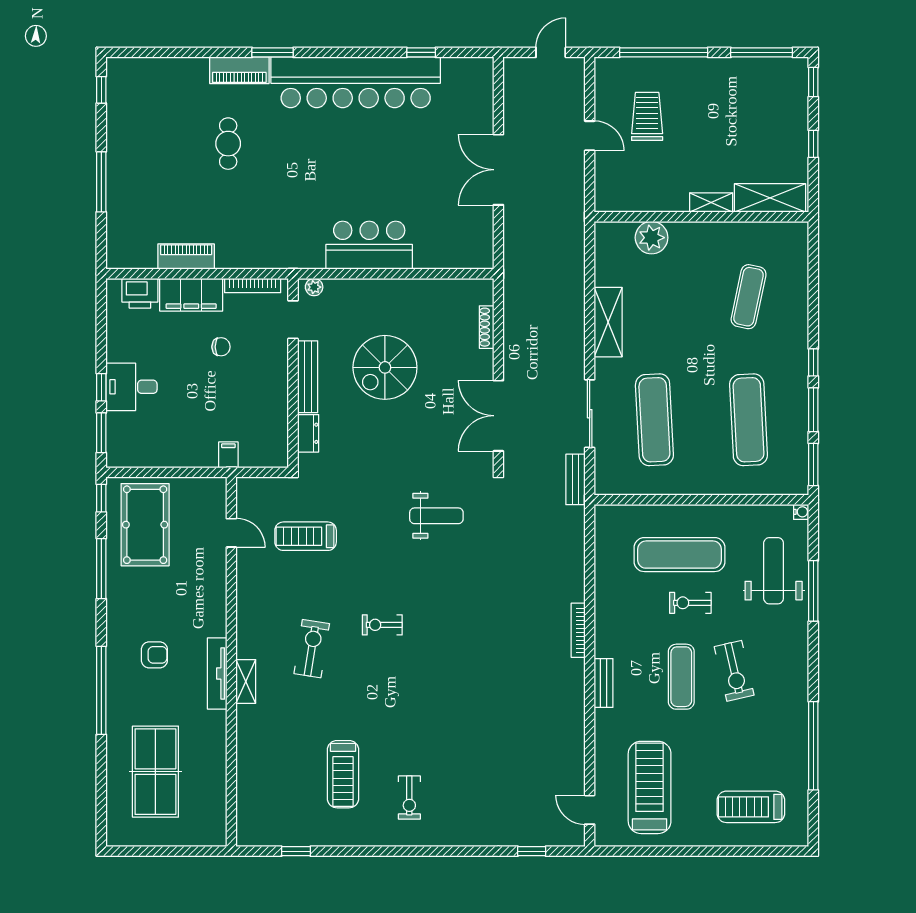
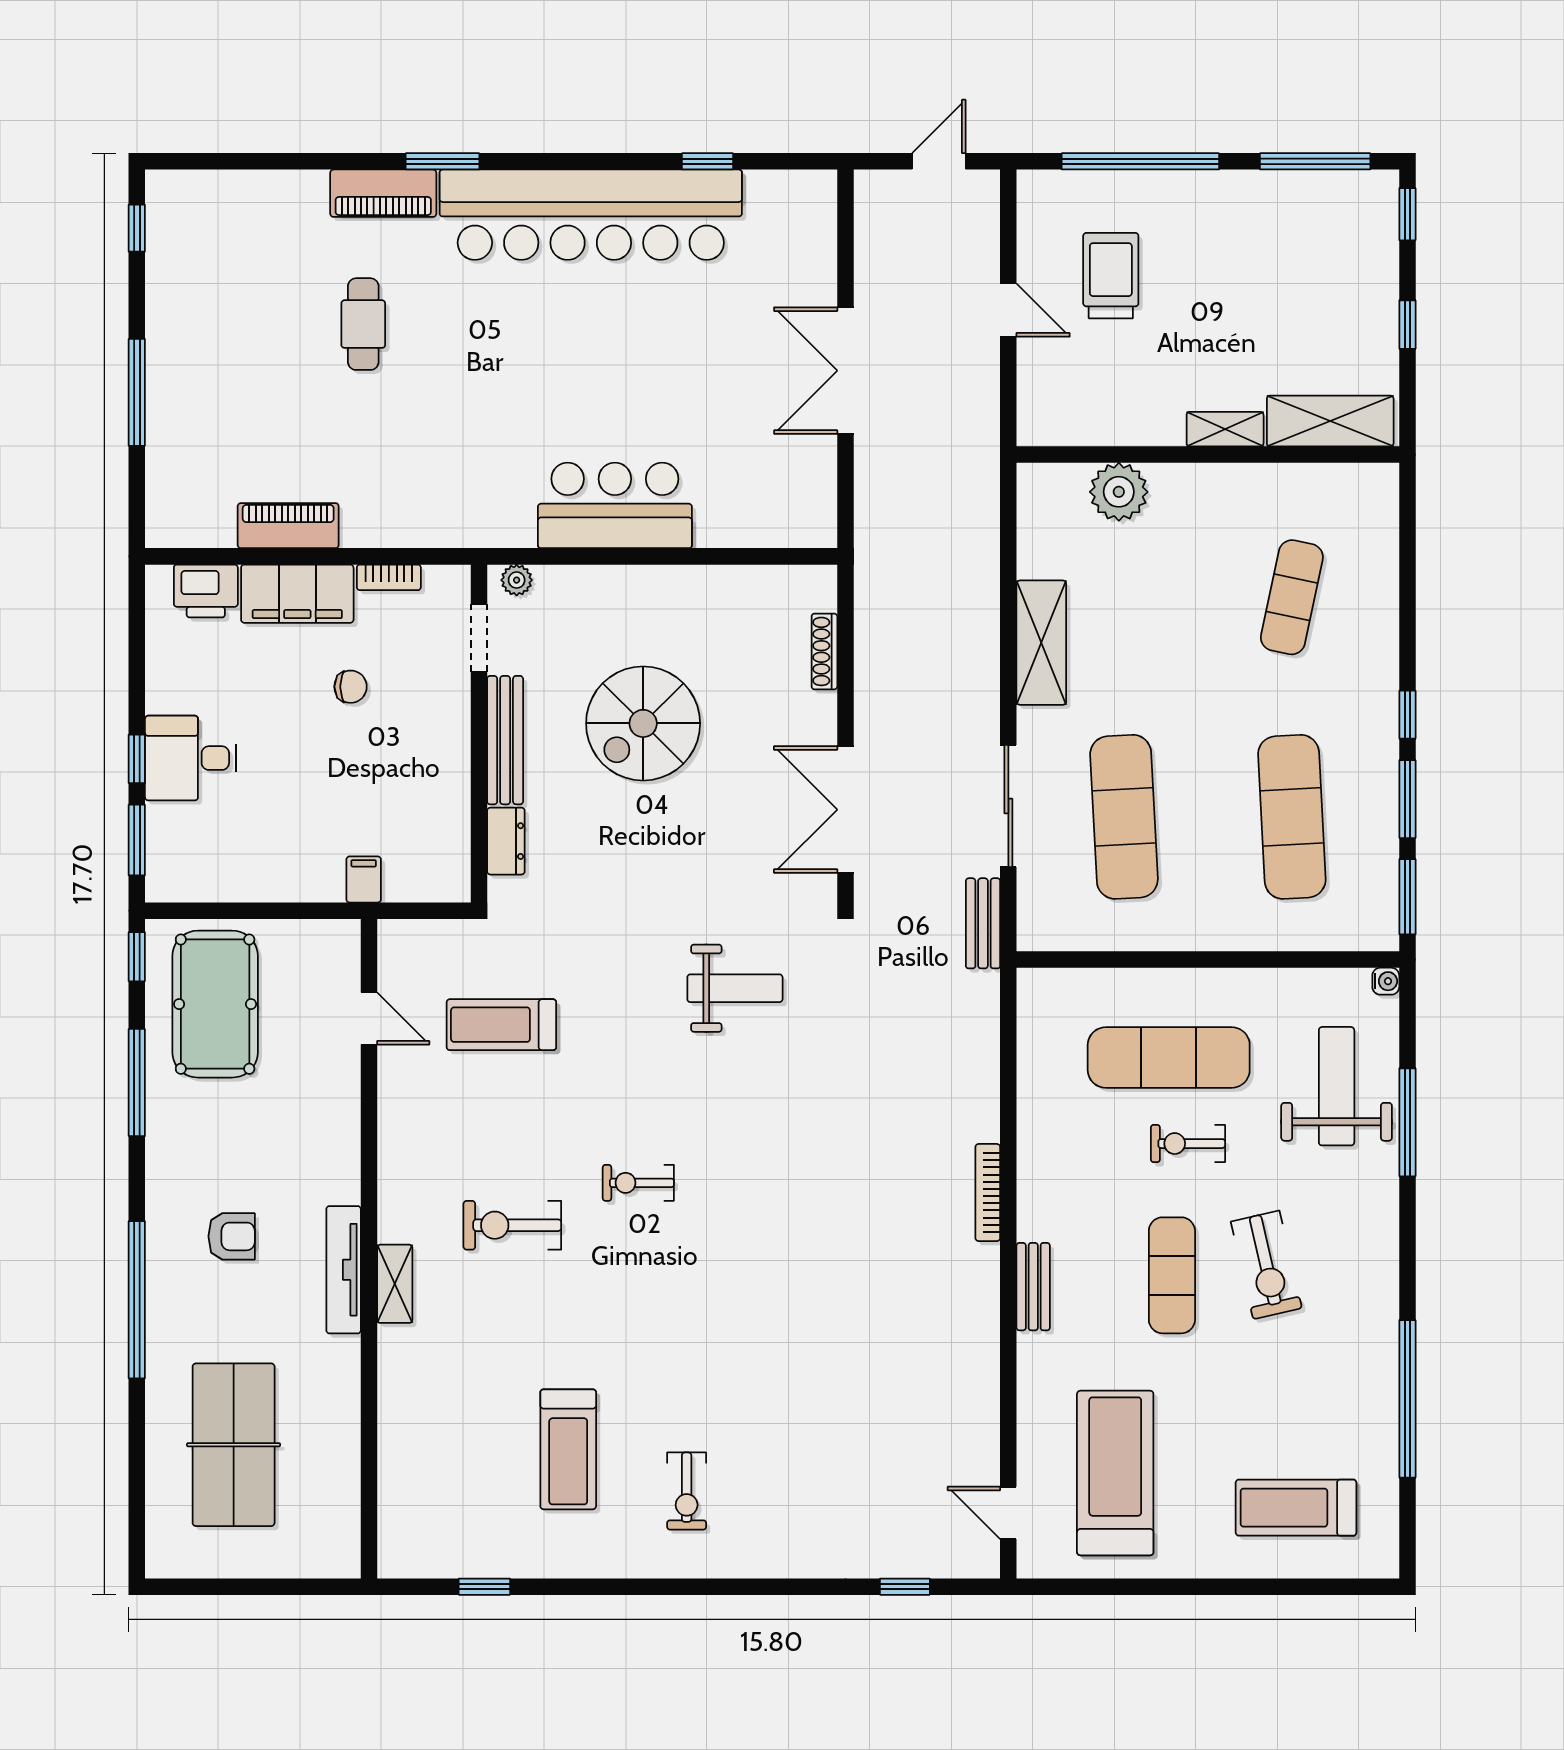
bookcase: (253, 286) -> (389, 577), width x0.64
exercise bike: (312, 649) -> (512, 1225), turned -99

